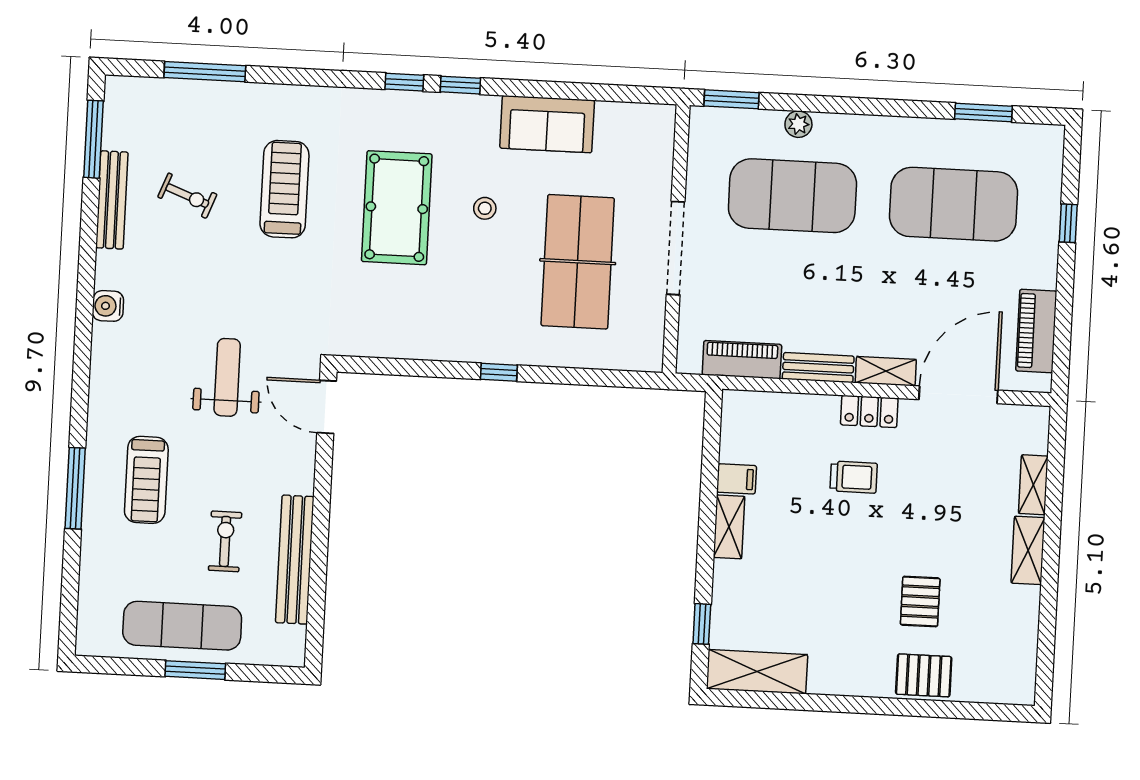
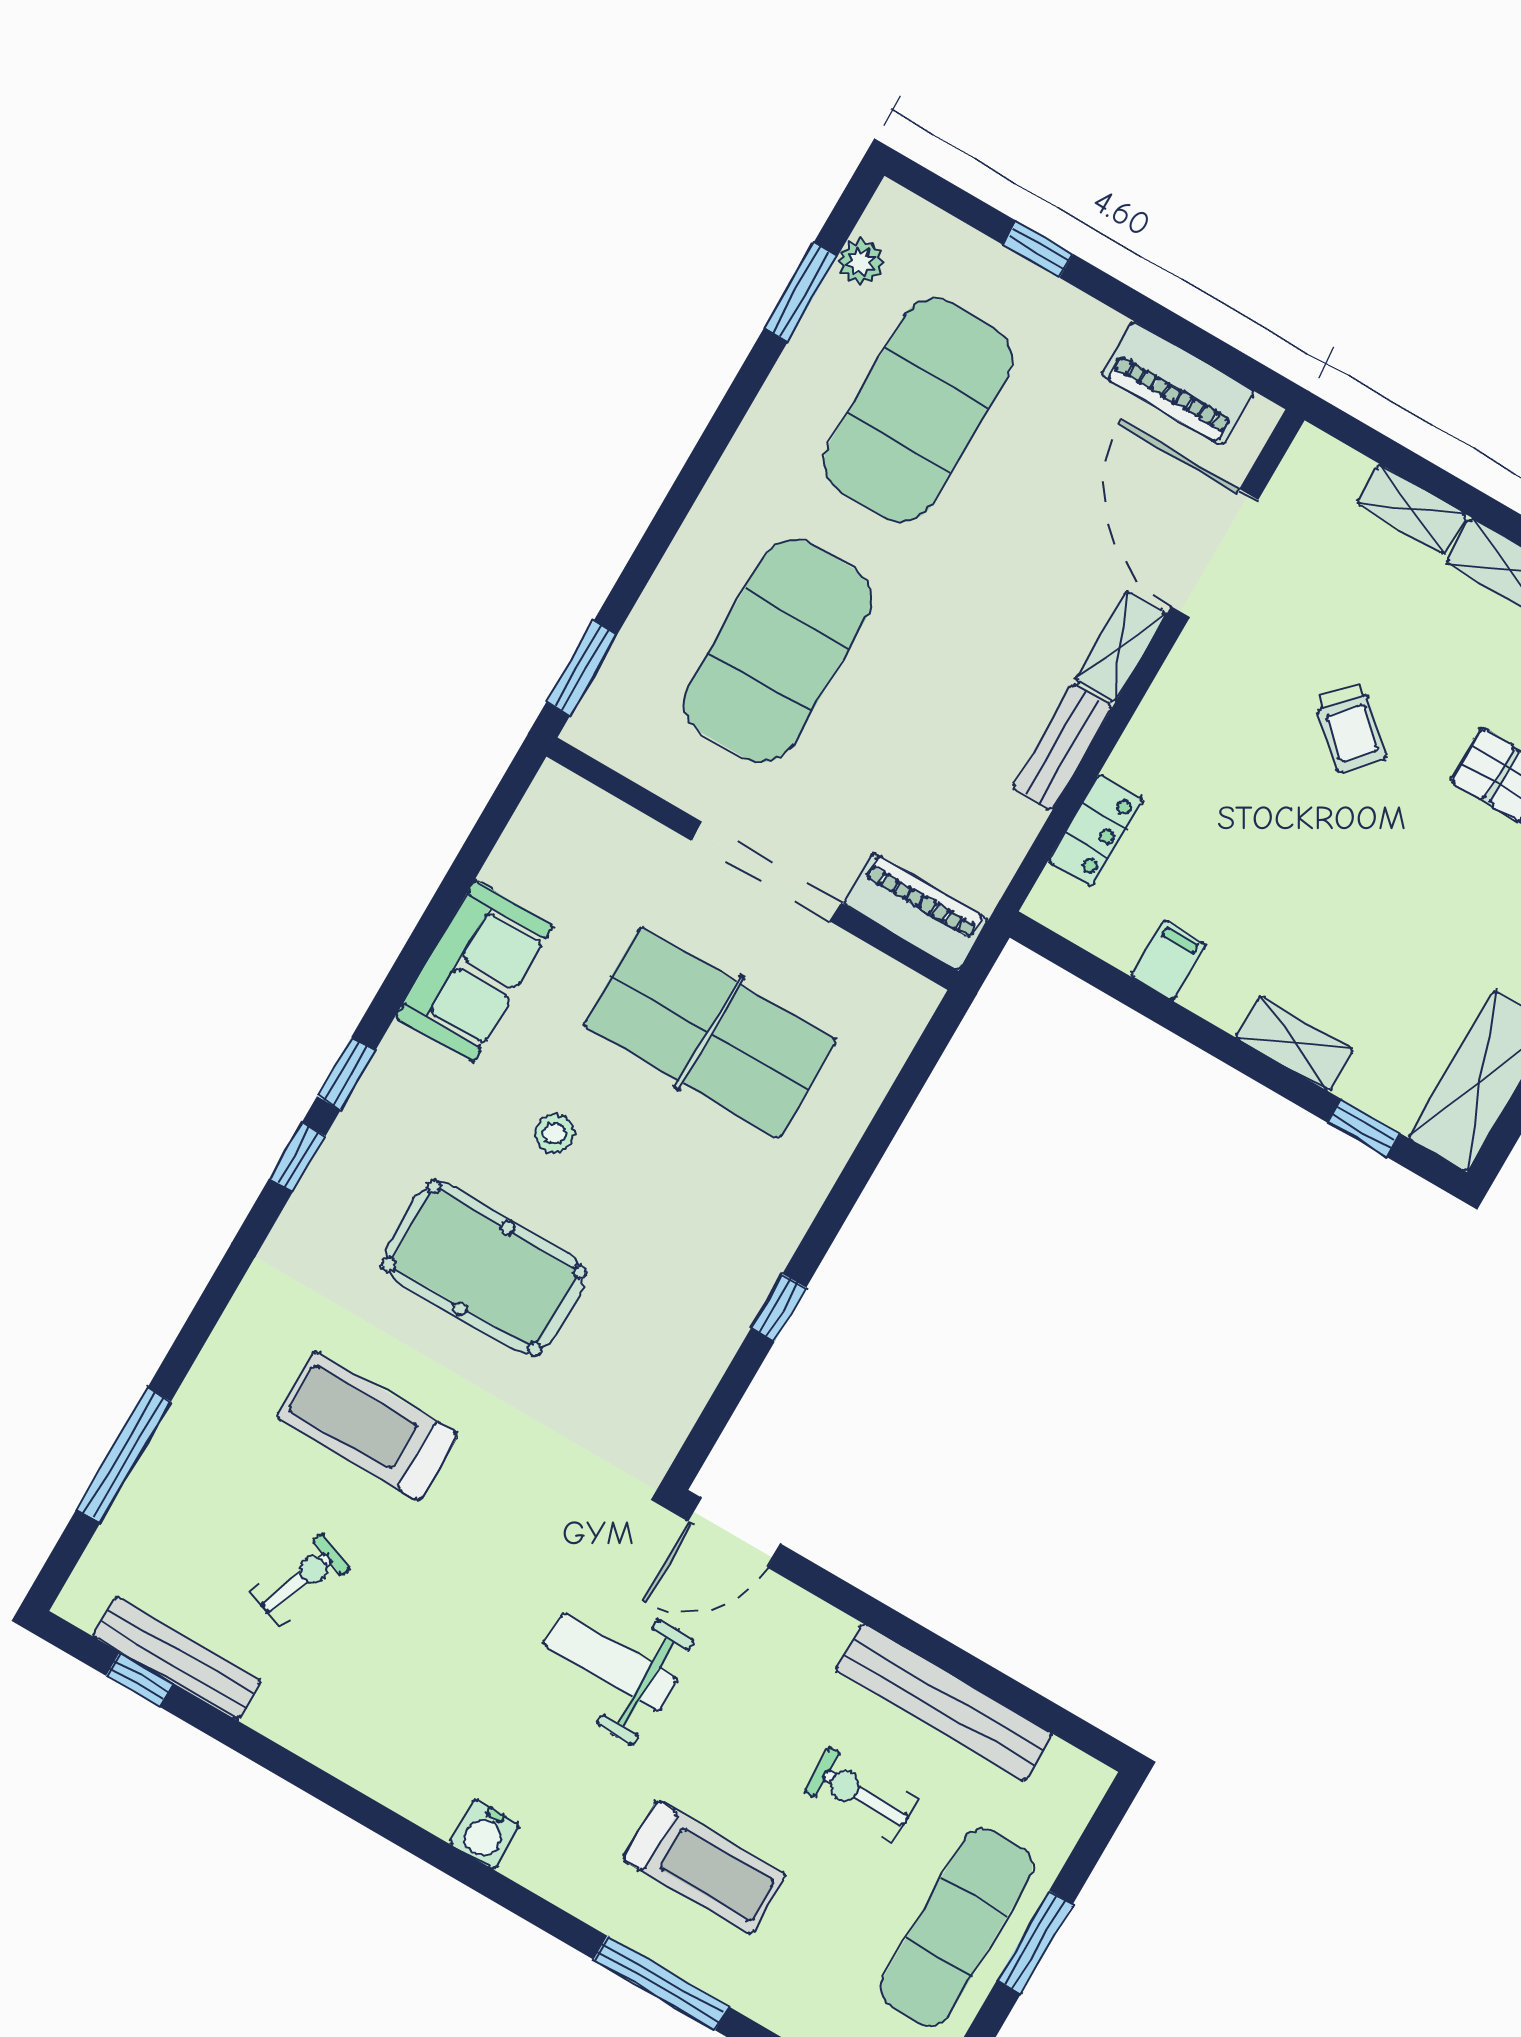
plant: (798, 124) -> (861, 262), moved
window: (94, 139) -> (140, 1679), width x0.46
bench: (112, 200) -> (177, 1658), moved
water cooler: (108, 306) -> (485, 1834), moved
piano: (742, 360) -> (916, 911), moved, turned 90
window: (499, 372) -> (779, 1308), moved
locker: (869, 411) -> (1096, 830), moved
trolley: (854, 477) -> (1350, 728), moved, turned 132
shelving: (729, 527) -> (1295, 1044), moved

